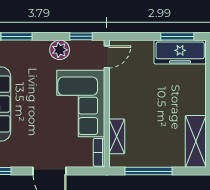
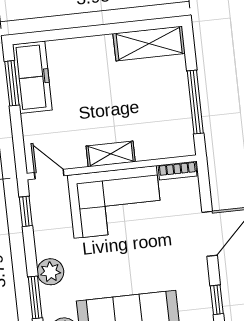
plant: (60, 50) -> (50, 272), moved
shelving: (117, 136) -> (111, 154), moved

